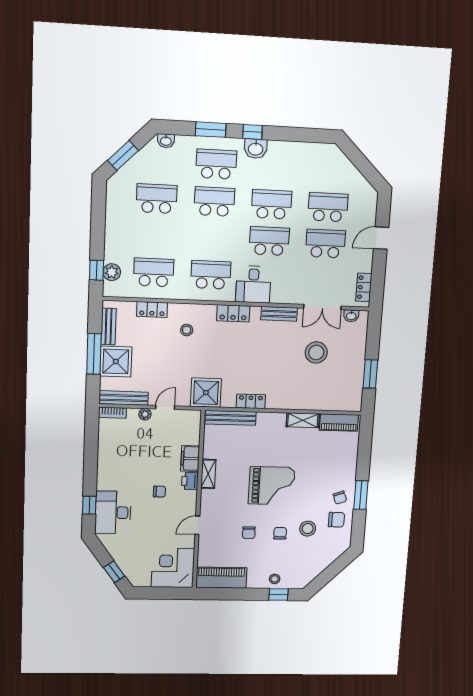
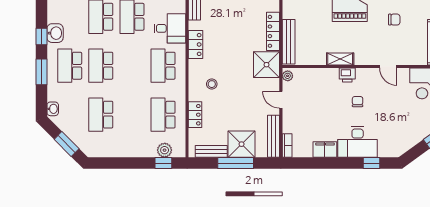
locker: (251, 401) -> (273, 31), width x1.53
plant: (145, 414) -> (288, 76), moved
filing cabinet: (190, 458) -> (325, 150), moved, turned 180
desk: (113, 512) -> (358, 142), moved

